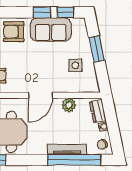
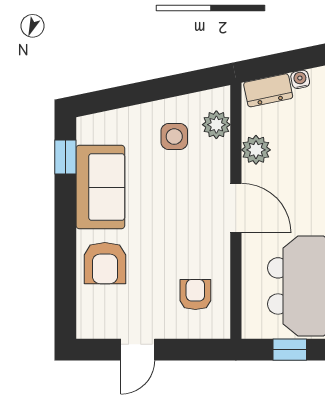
window: (42, 12) -> (65, 205), removed
window: (97, 49) -> (141, 93), removed
plant: (81, 86) -> (216, 125), added

